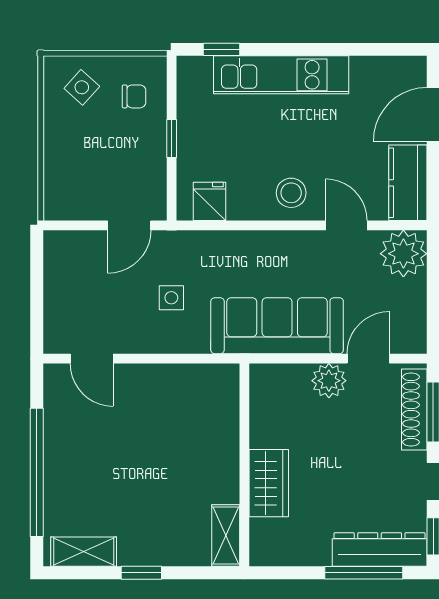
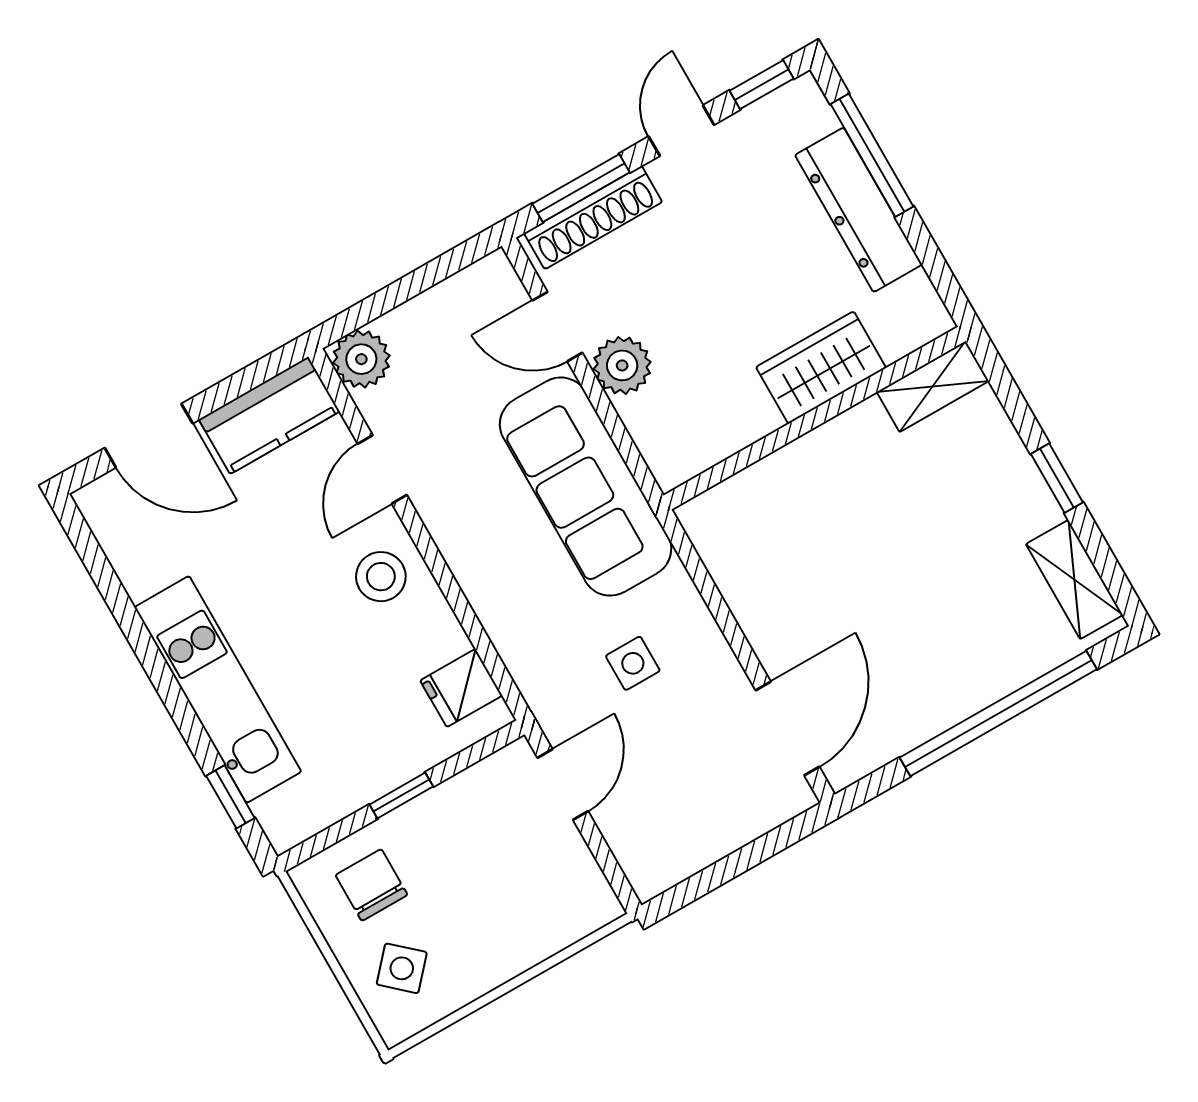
chair: (134, 96) -> (371, 885), width x1.37, depth x1.37
door: (129, 225) -> (563, 784), hinge flipped
plant: (403, 254) -> (361, 359), width x0.73, depth x0.73
door: (92, 359) -> (788, 729), width x1.38
dresser: (380, 549) -> (859, 210), moved

